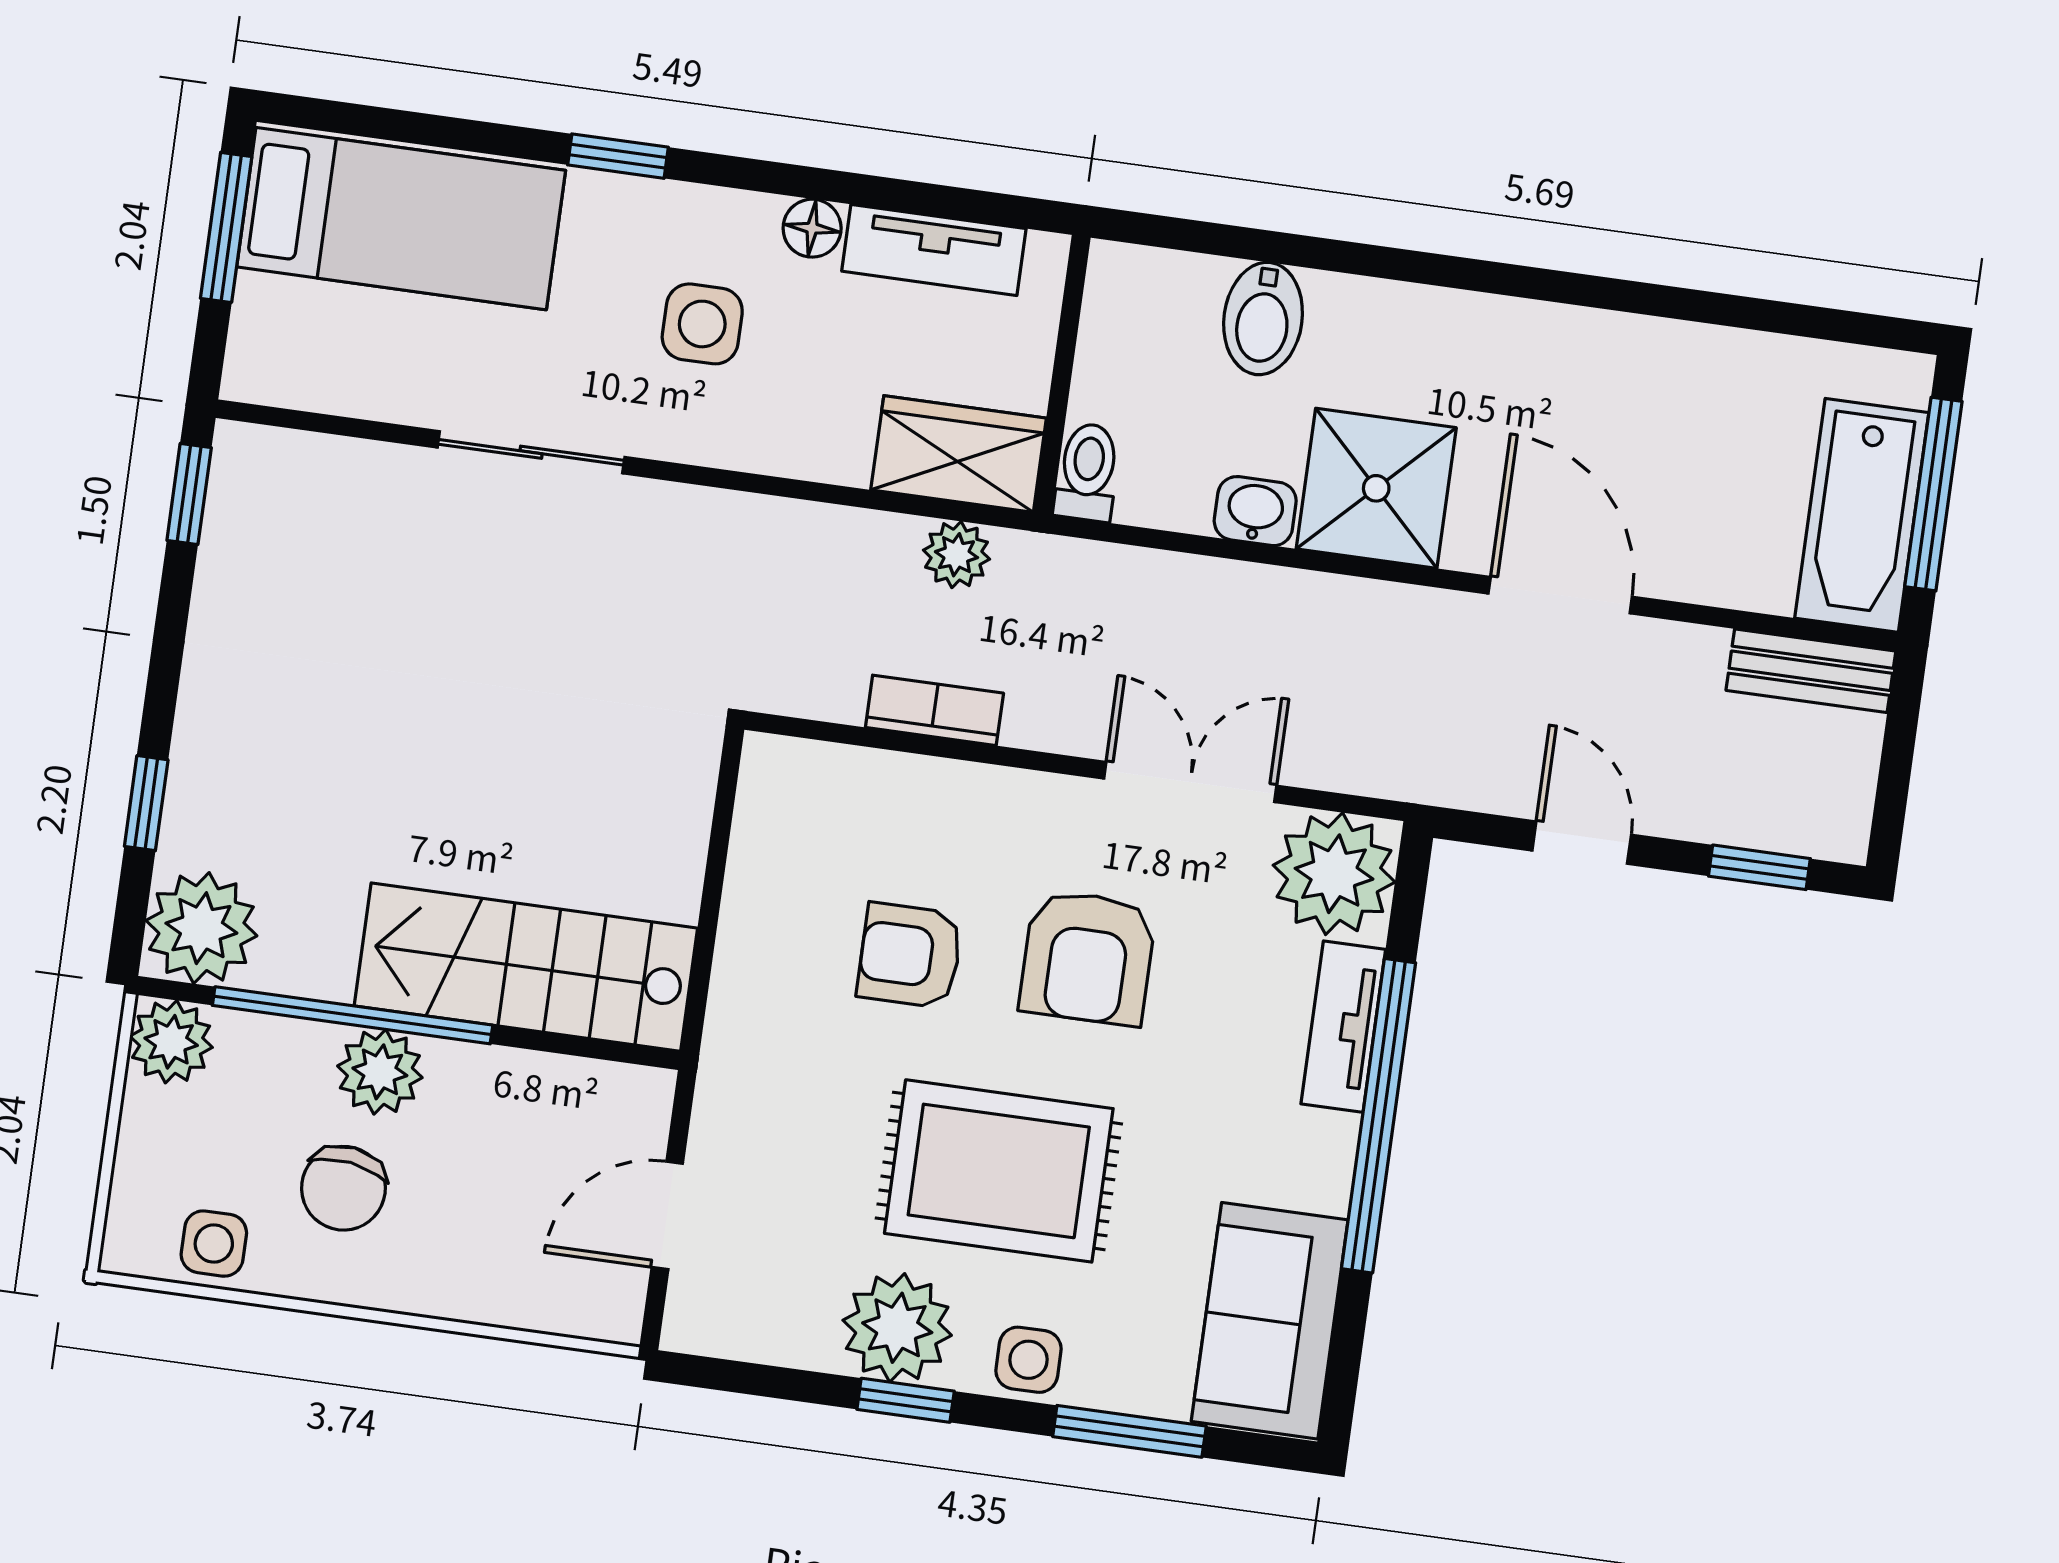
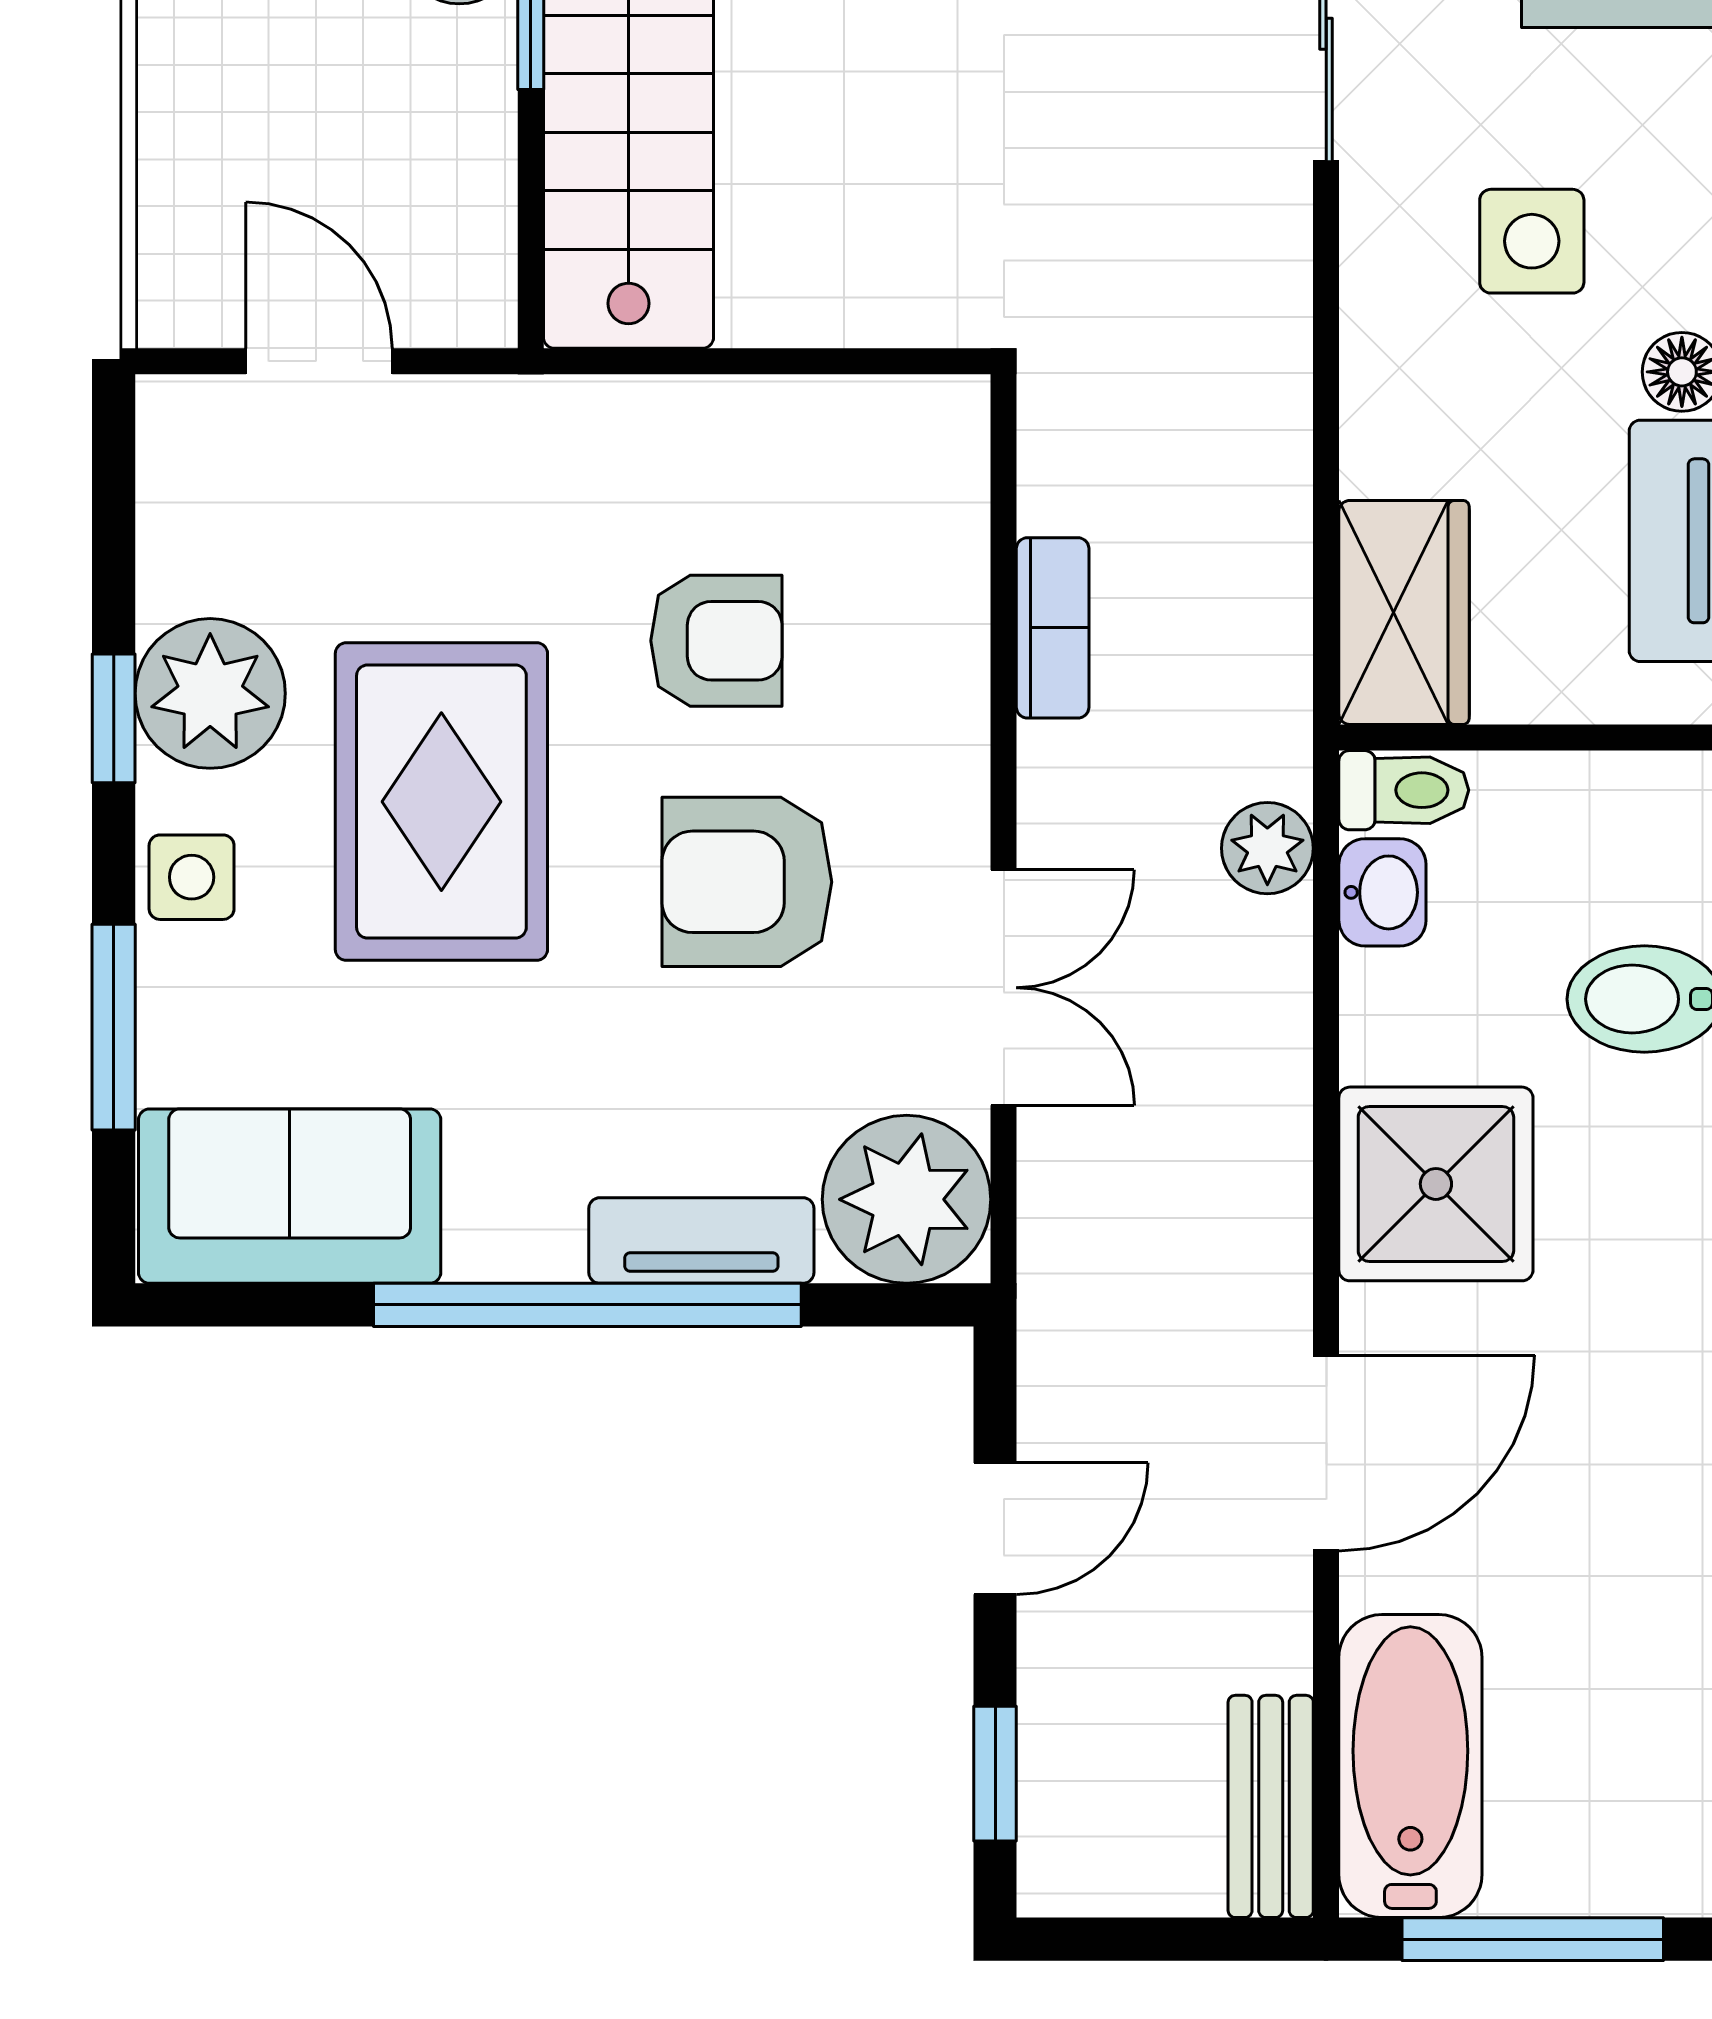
washbasin: (1255, 511) -> (1382, 892), moved
bathtub: (1862, 515) -> (1410, 1766), moved, turned 90
plant: (956, 555) -> (1267, 848), moved
armchair: (910, 955) -> (716, 641), turned 90

